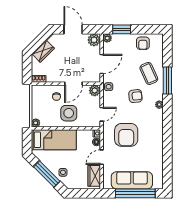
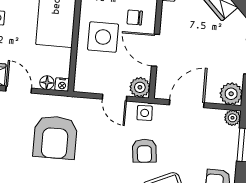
door: (102, 64) -> (187, 104), swing flipped
armchair: (135, 96) -> (144, 151), moved
door: (102, 114) -> (114, 98), moved
armchair: (126, 135) -> (55, 137), turned -90

